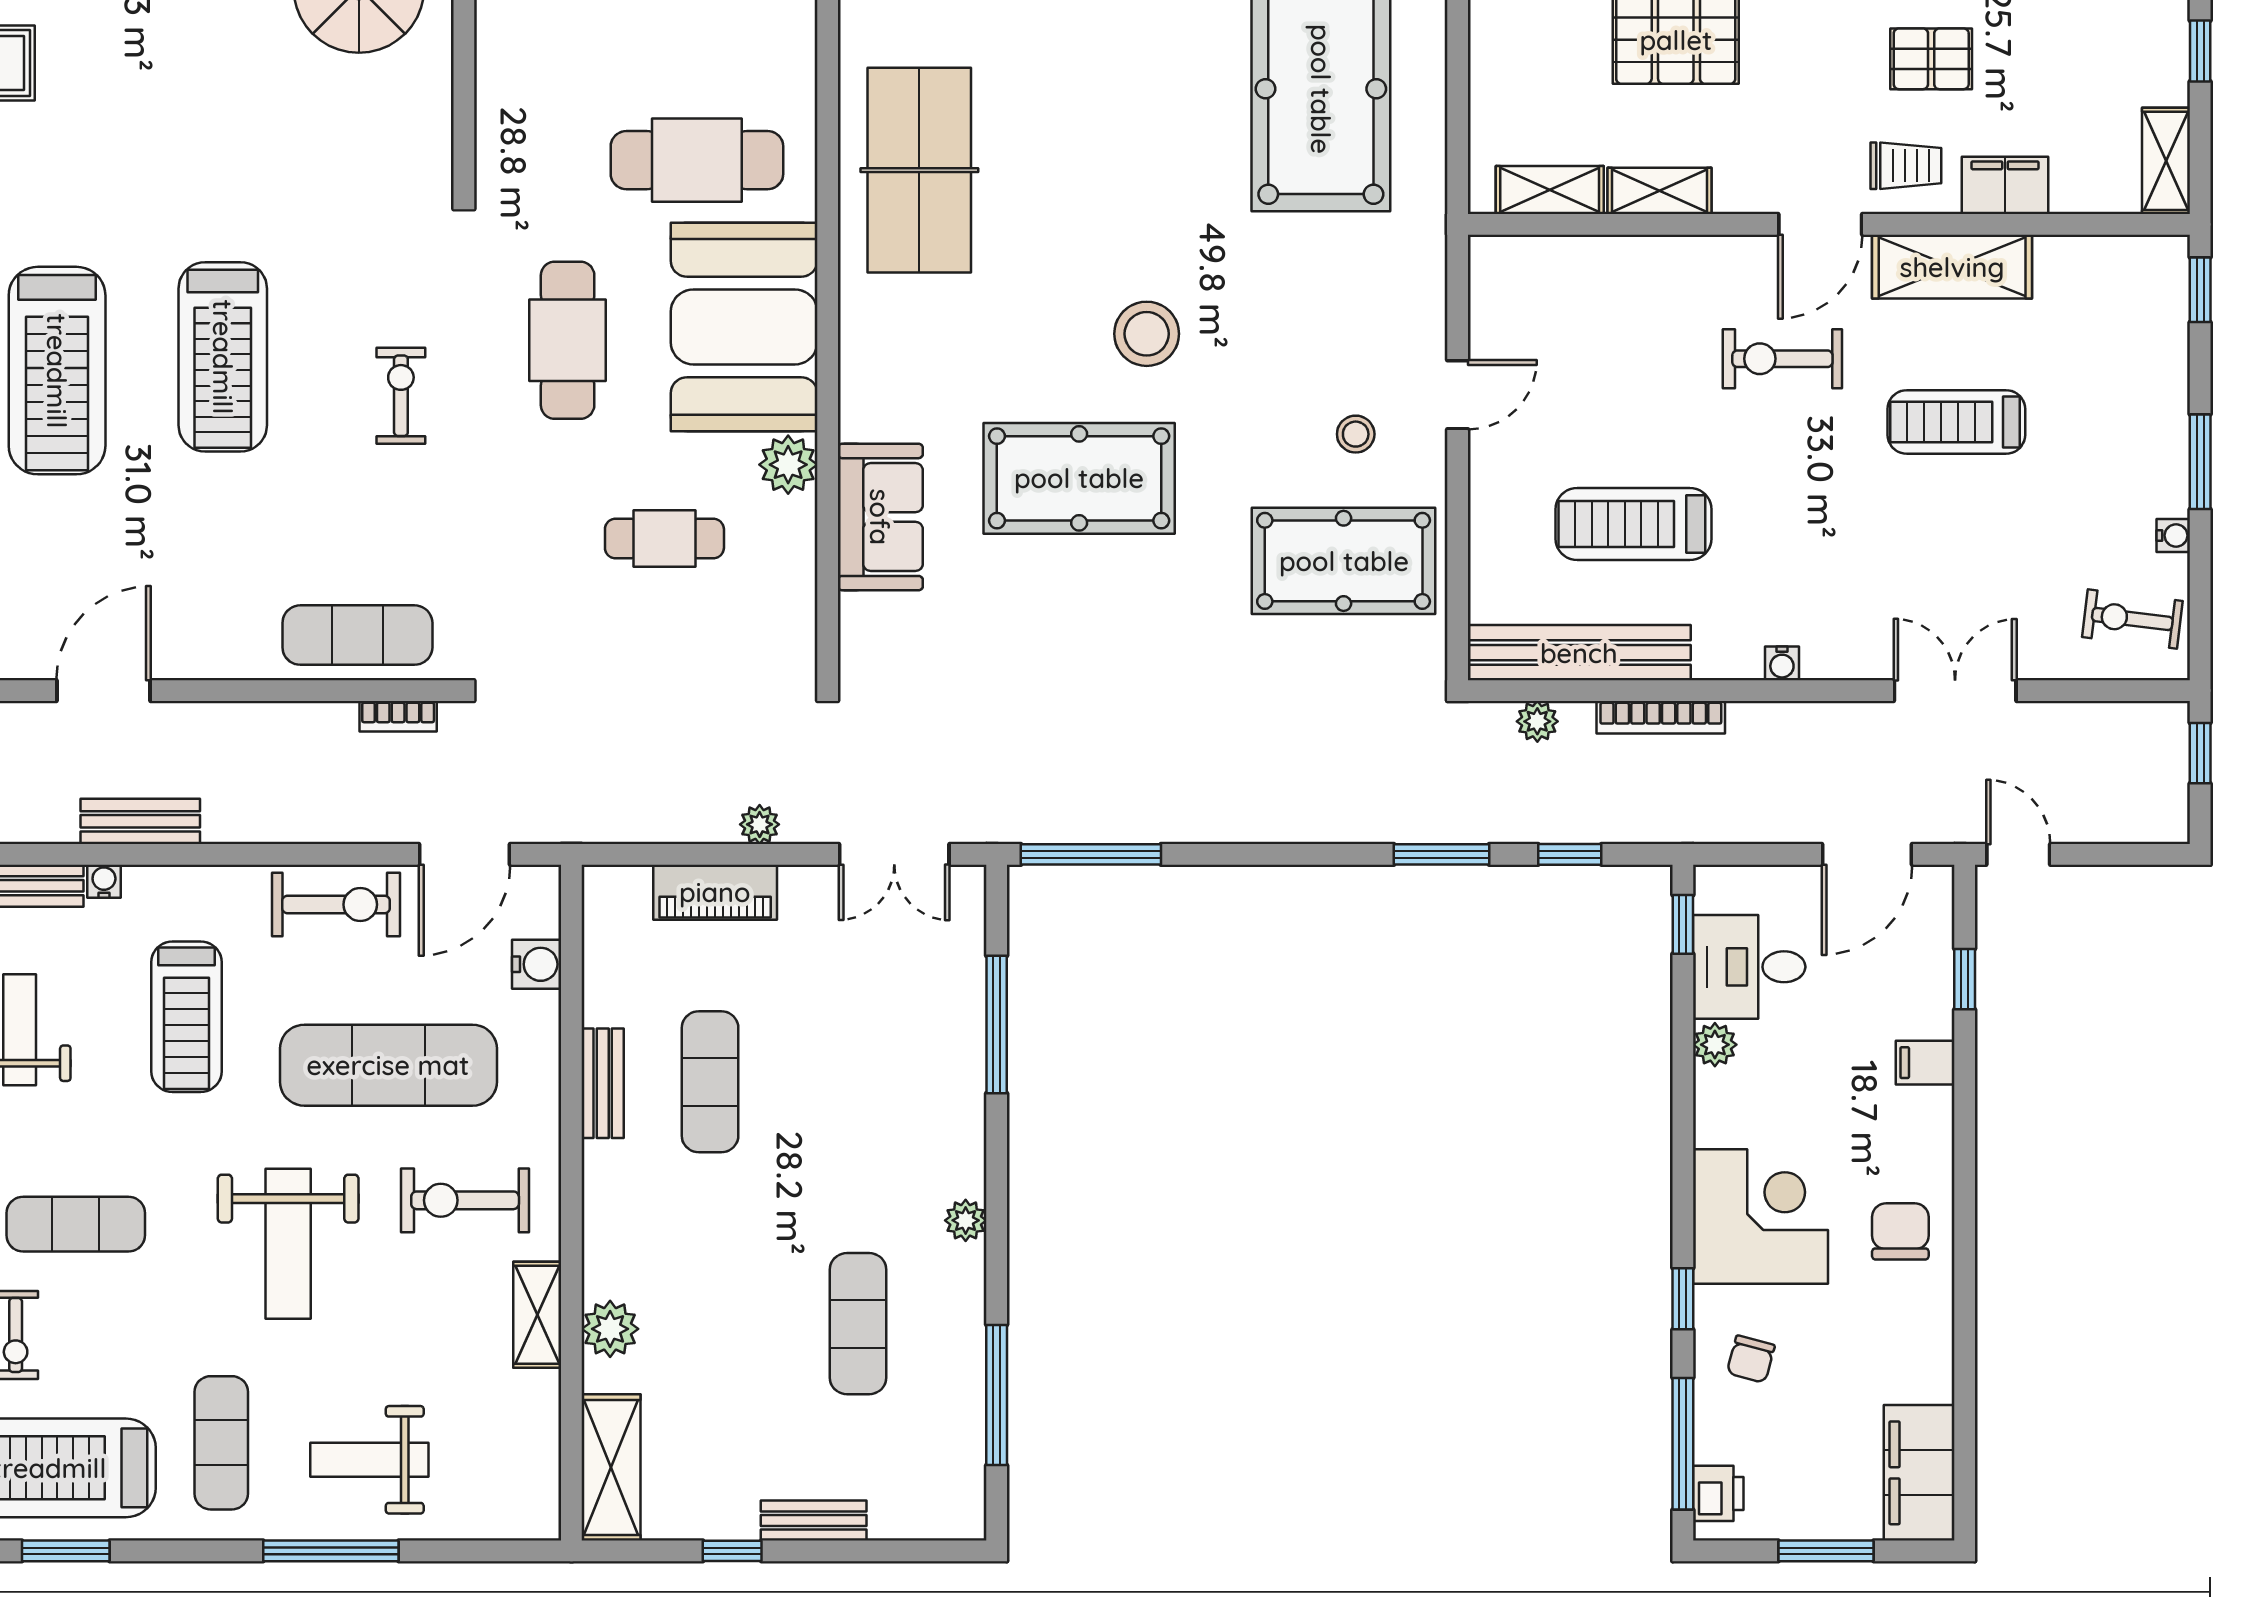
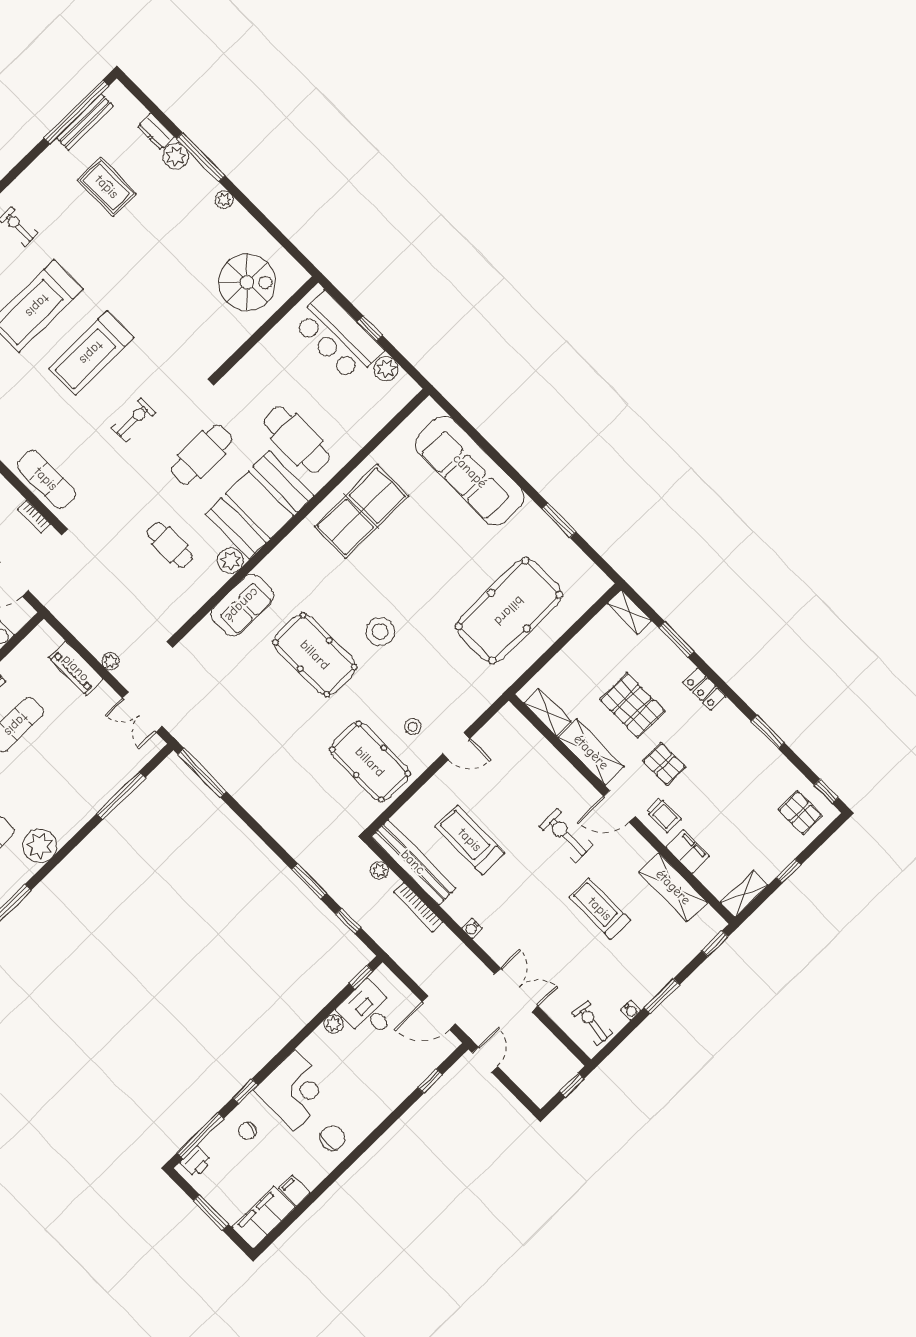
pallet: (1931, 59) -> (664, 764), moved
shelving: (1659, 191) -> (591, 752), width x1.50, depth x1.33
shelving: (1952, 267) -> (673, 887), moved
filing cabinet: (1925, 1063) -> (294, 1191), moved
plant: (966, 1220) -> (40, 846), width x1.88, depth x1.88

